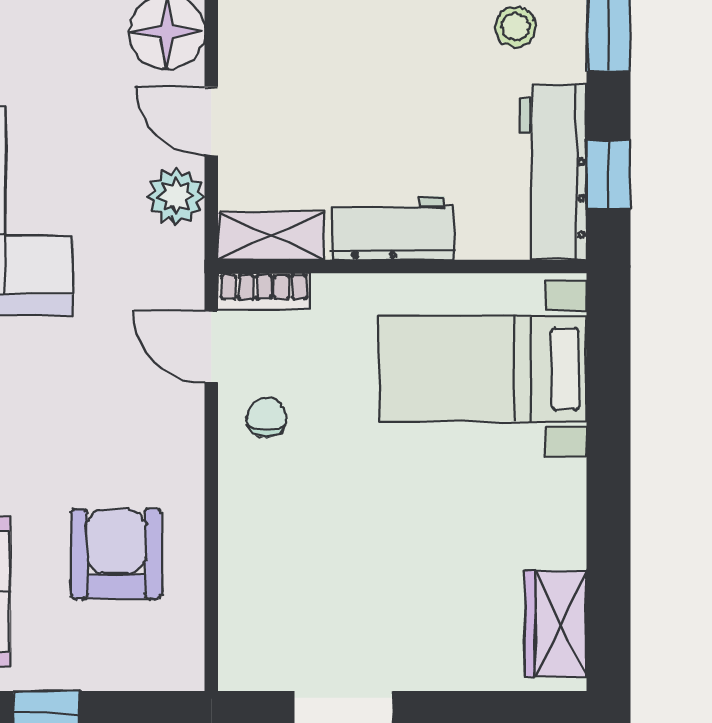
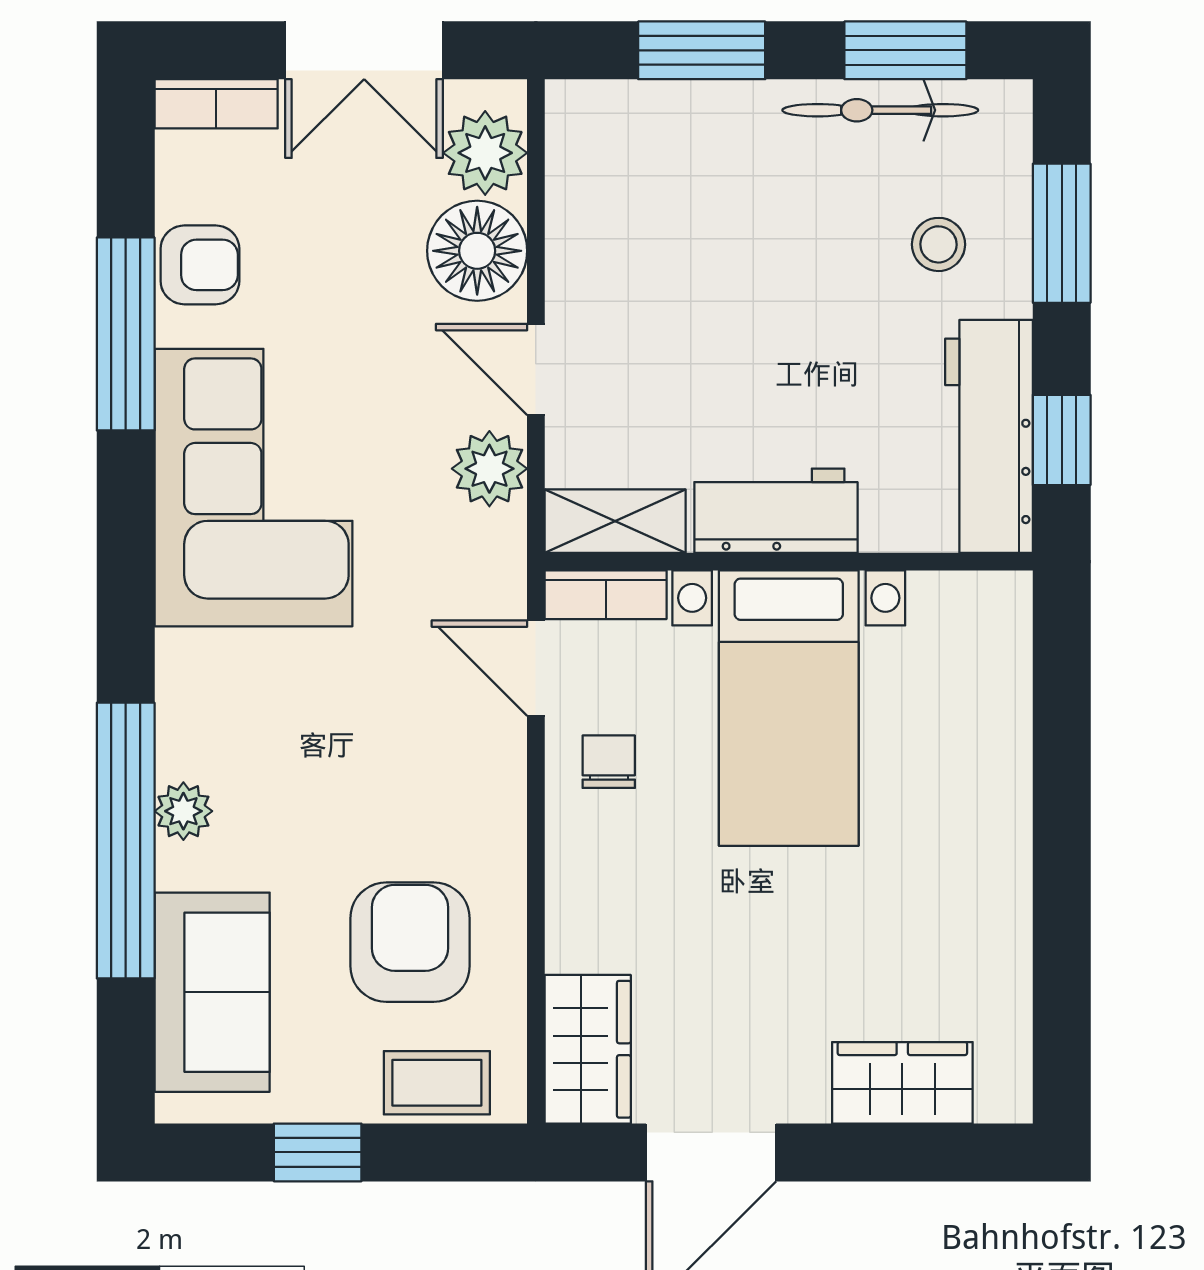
bed with nightstands: (483, 369) -> (789, 708), moved, turned -90
wardrobe: (556, 624) -> (902, 1083), moved, turned 90
wardrobe: (250, 635) -> (588, 1049), added
coffee table: (136, 660) -> (437, 1083), added

